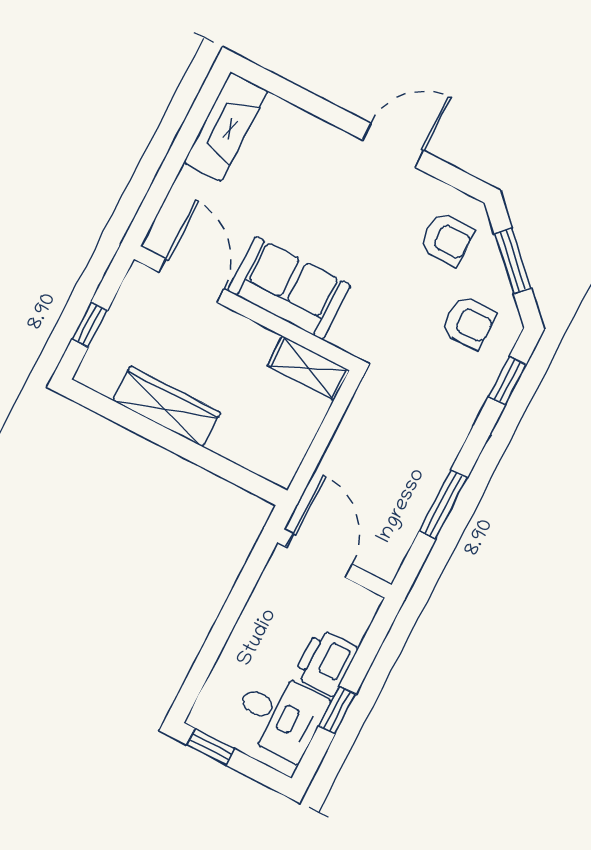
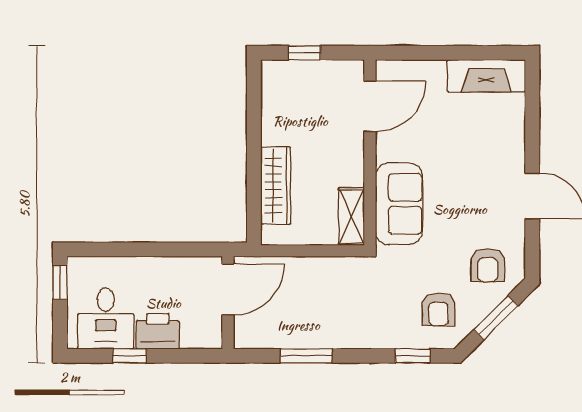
sofa: (289, 288) -> (399, 204), moved
wardrobe: (167, 406) -> (276, 186), moved

